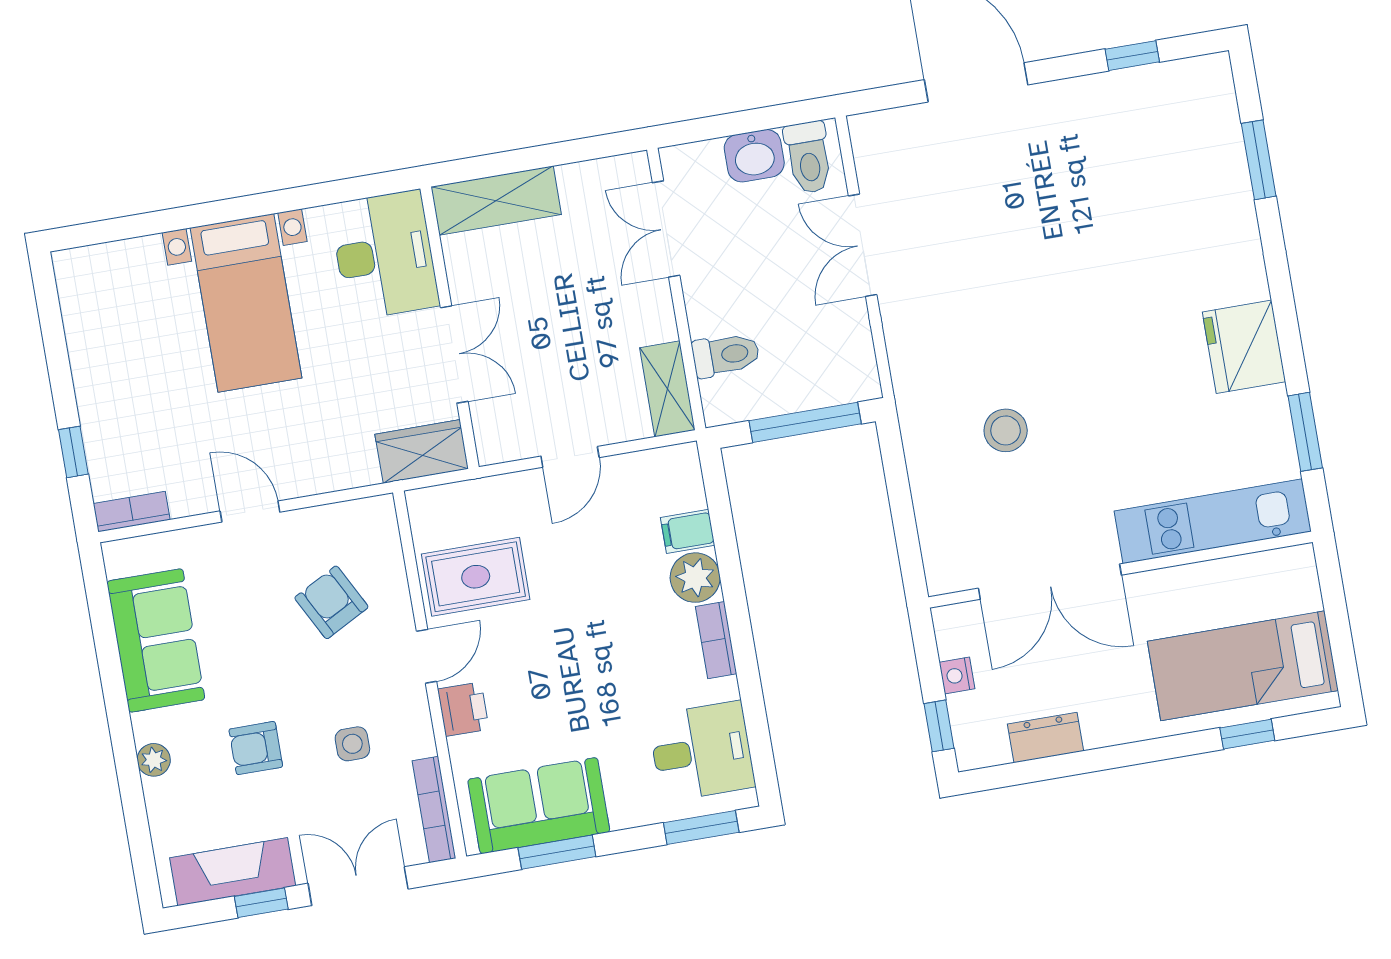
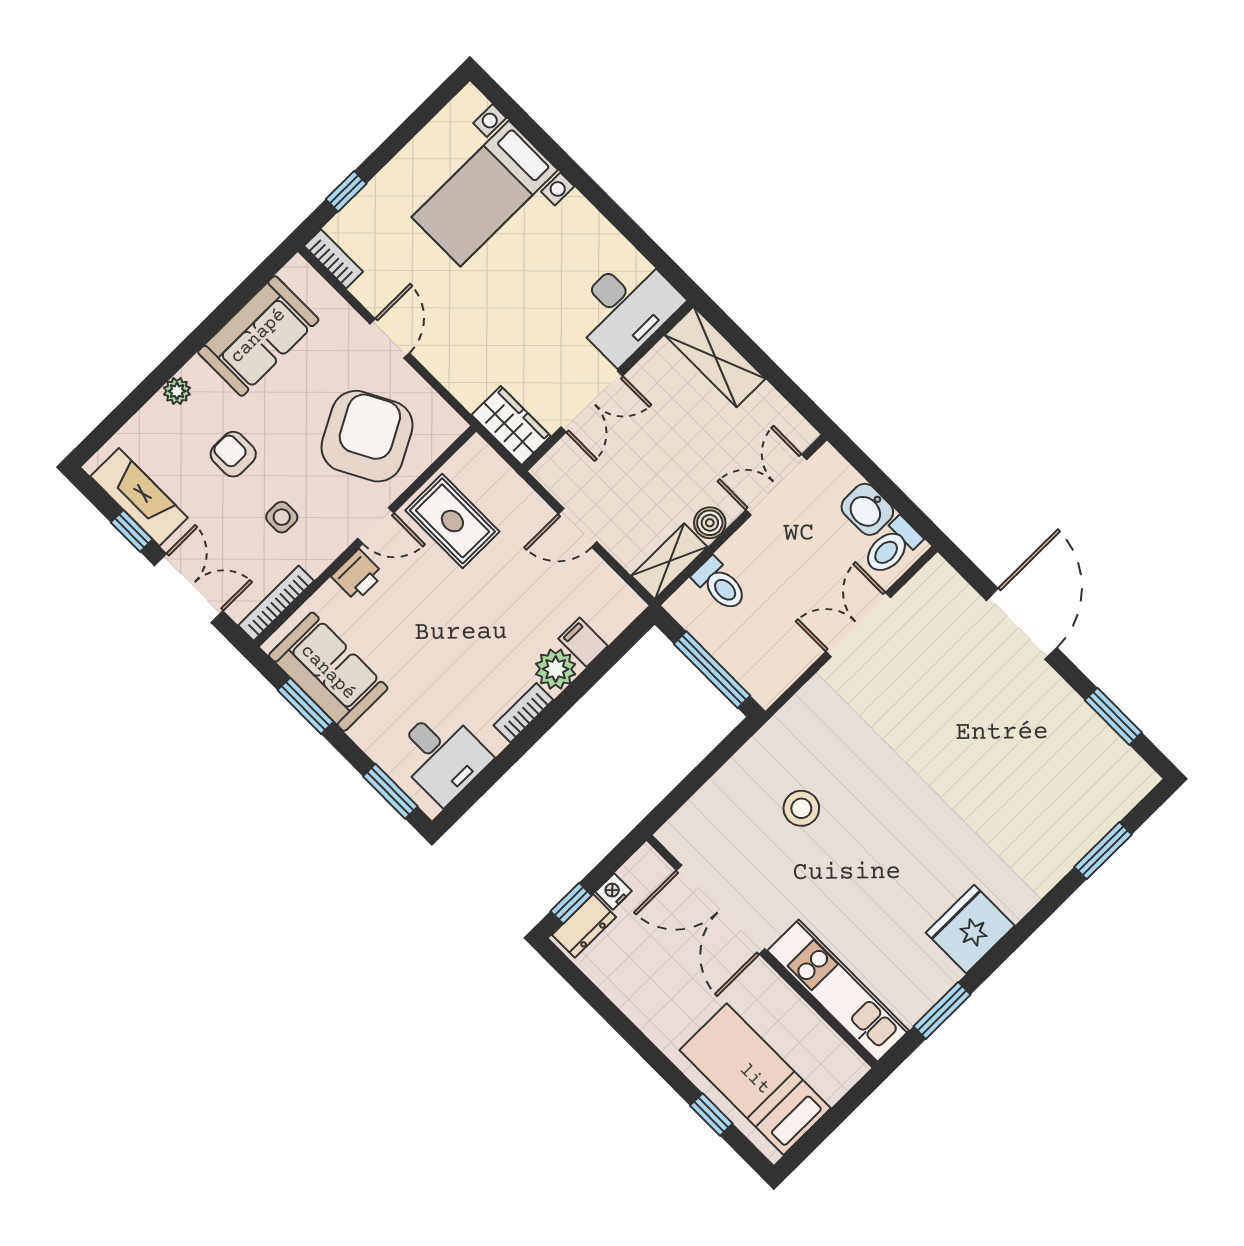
window: (1132, 56) -> (1113, 716), width x1.50
bed with nightstands: (246, 303) -> (485, 193), moved
boiler: (657, 322) -> (710, 523), added
armchair: (331, 602) -> (367, 436), width x1.88, depth x1.88
dresser: (1046, 738) -> (584, 926), moved, turned 90

